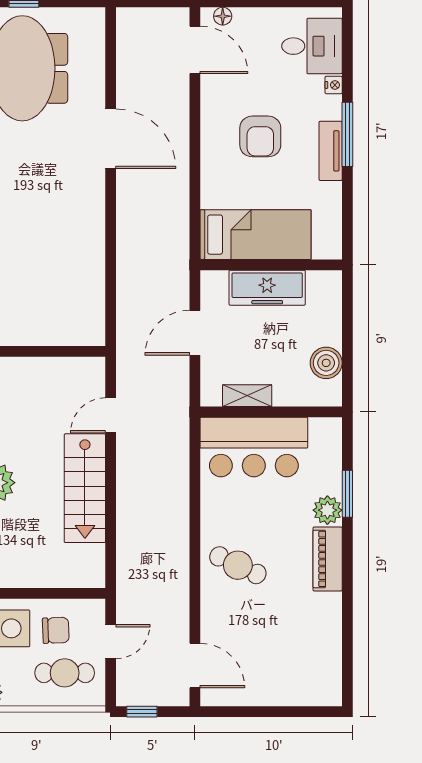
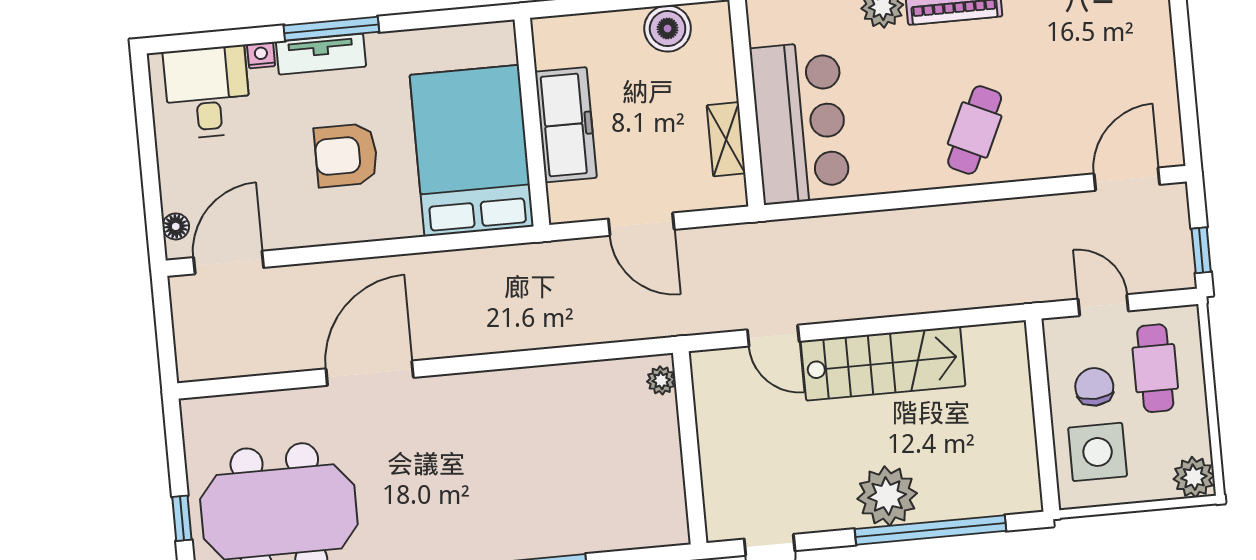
armchair: (260, 136) -> (346, 155), turned 180
tv unit: (331, 151) -> (321, 54), moved
bed: (256, 235) -> (472, 151), width x1.50
plant: (87, 336) -> (661, 380), added

